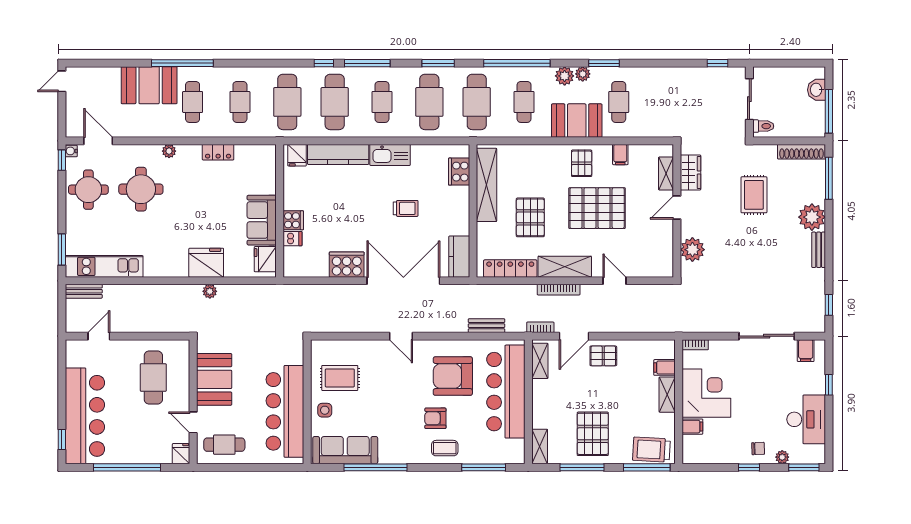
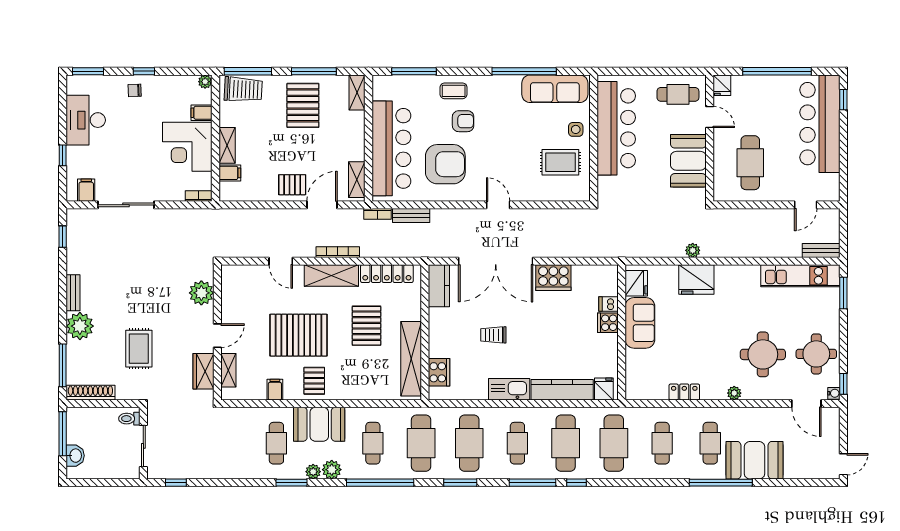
bookcase: (540, 327) -> (377, 214), moved
plant: (782, 457) -> (205, 82), moved

